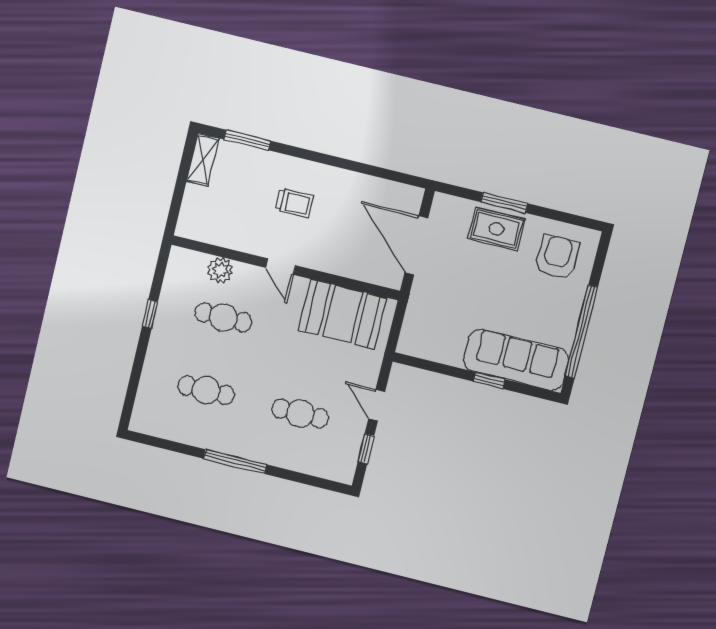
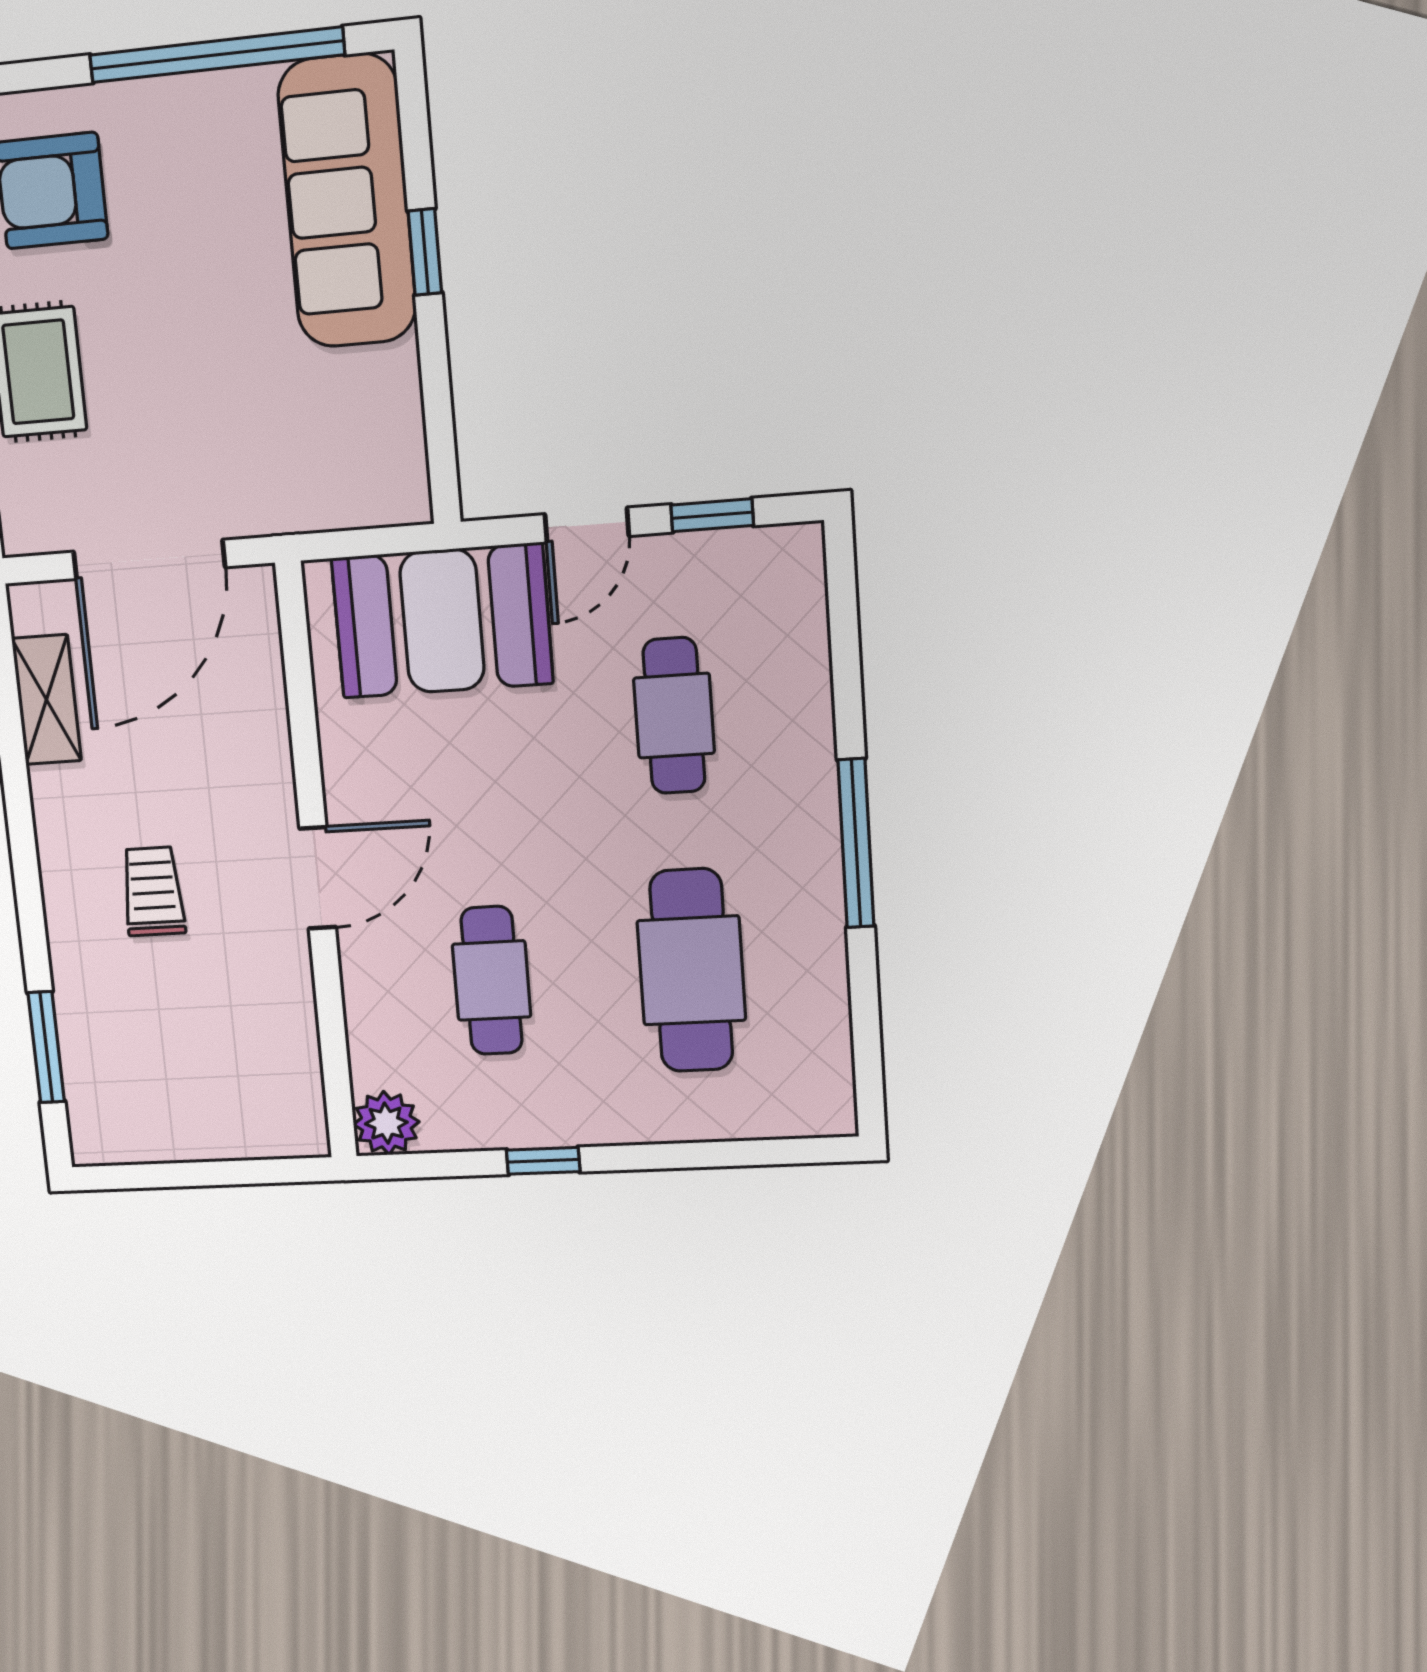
shelving: (203, 160) -> (46, 700), moved, turned 90
door: (281, 267) -> (318, 878), width x1.38
plant: (220, 270) -> (386, 1123), moved
booth: (343, 314) -> (442, 621), moved, turned 90
cafe table: (206, 390) -> (691, 971), width x1.37, depth x1.35

